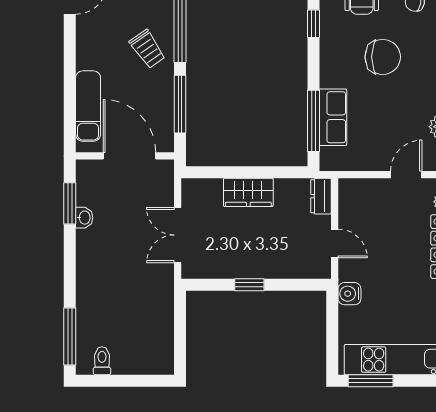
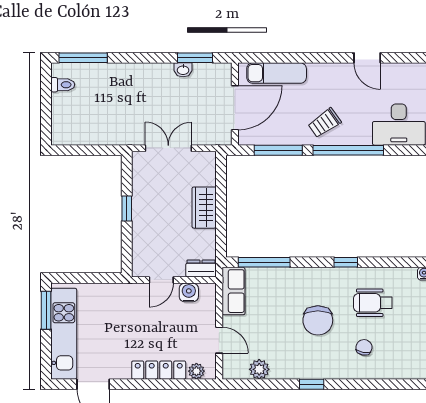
row of seats: (333, 117) -> (233, 291), moved, turned -90
water cooler: (349, 294) -> (189, 292), moved

